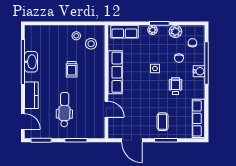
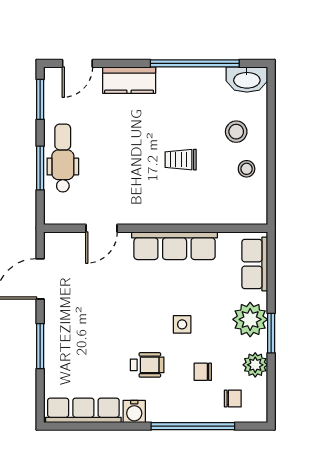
plant: (152, 30) -> (250, 319), width x1.88, depth x1.88
stool: (91, 44) -> (236, 132), moved
washbasin: (31, 62) -> (247, 80), moved
water cooler: (199, 71) -> (134, 412), moved
dental chair: (64, 110) -> (63, 158), moved, turned -91
coffee table: (163, 122) -> (77, 339), removed

